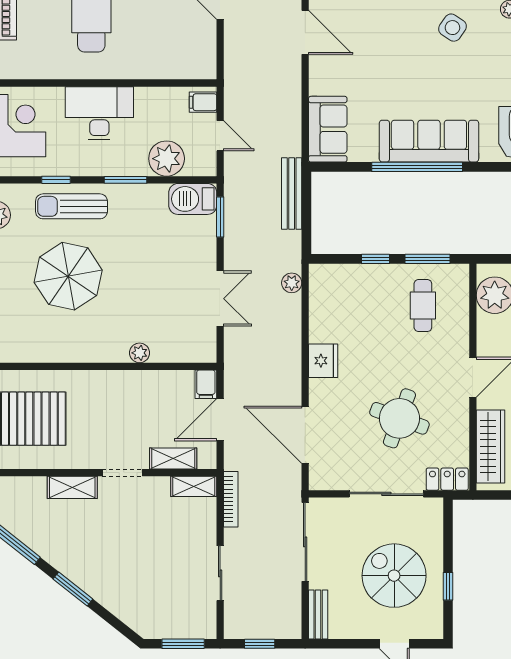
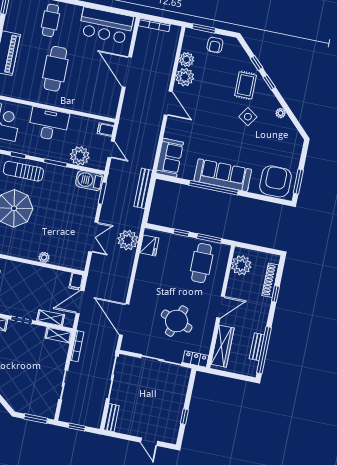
plant: (292, 283) -> (128, 240), width x1.87, depth x1.87
cafe table: (423, 306) -> (202, 263), width x1.37, depth x1.35
fridge: (323, 361) -> (149, 245), moved
spiral stairs: (394, 576) -> (156, 405), removed

